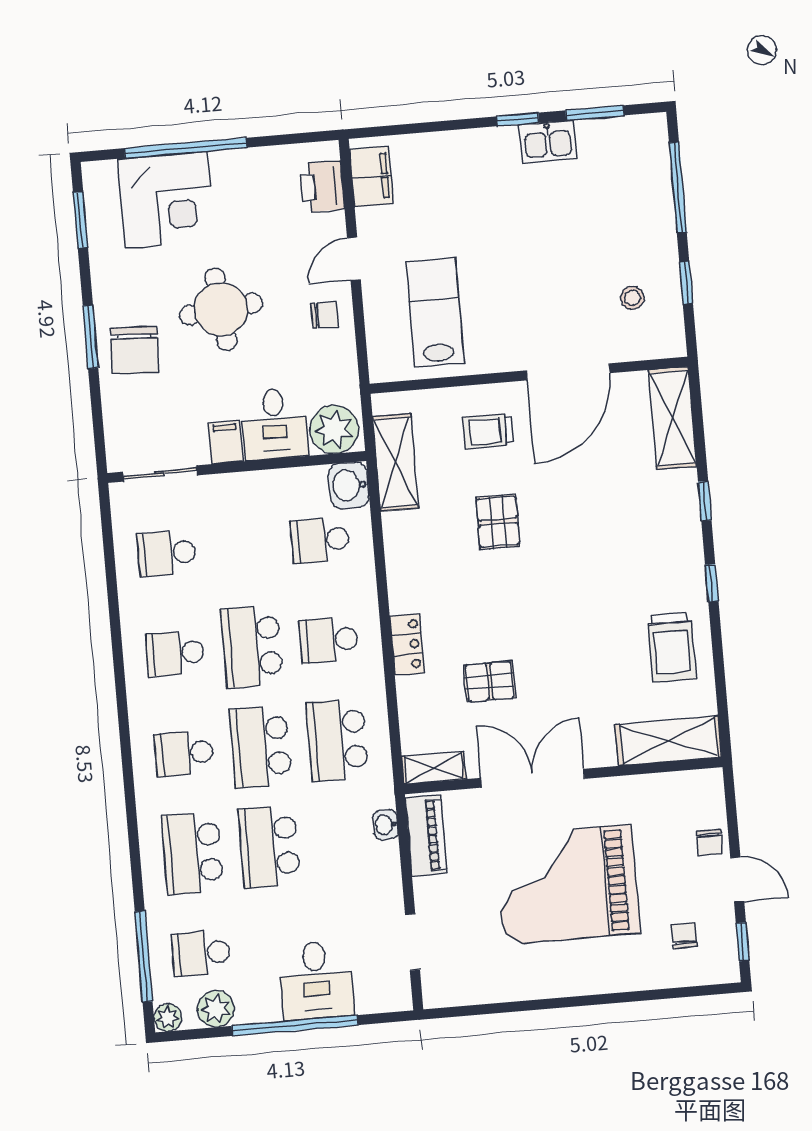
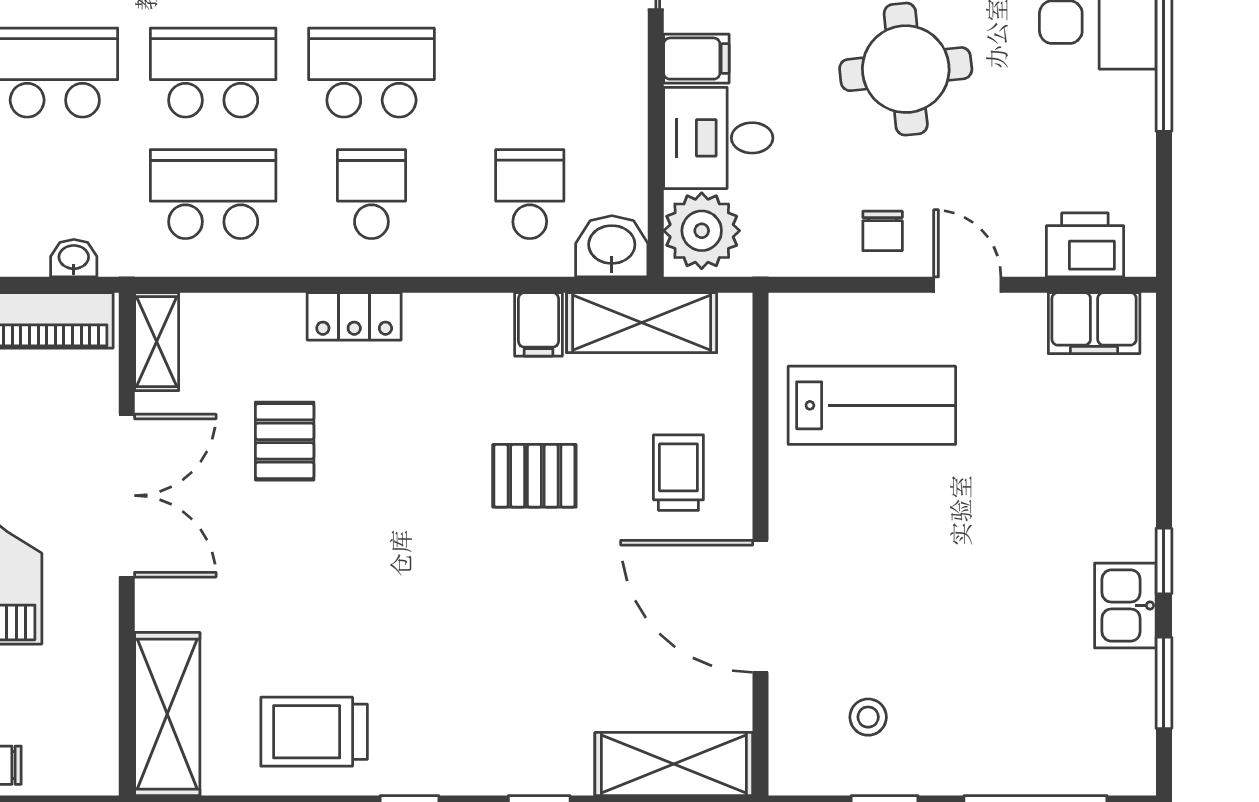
filing cabinet: (402, 527) -> (538, 324), added

